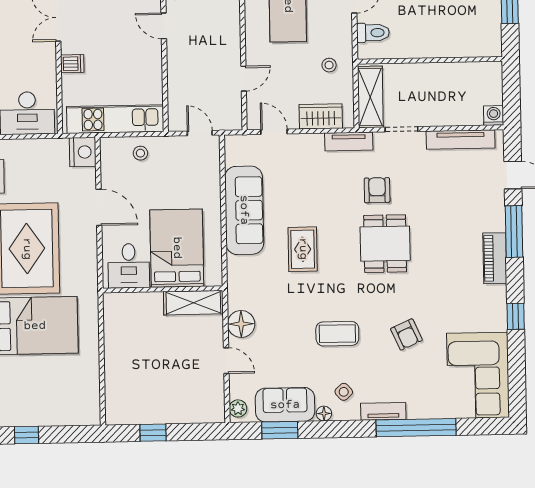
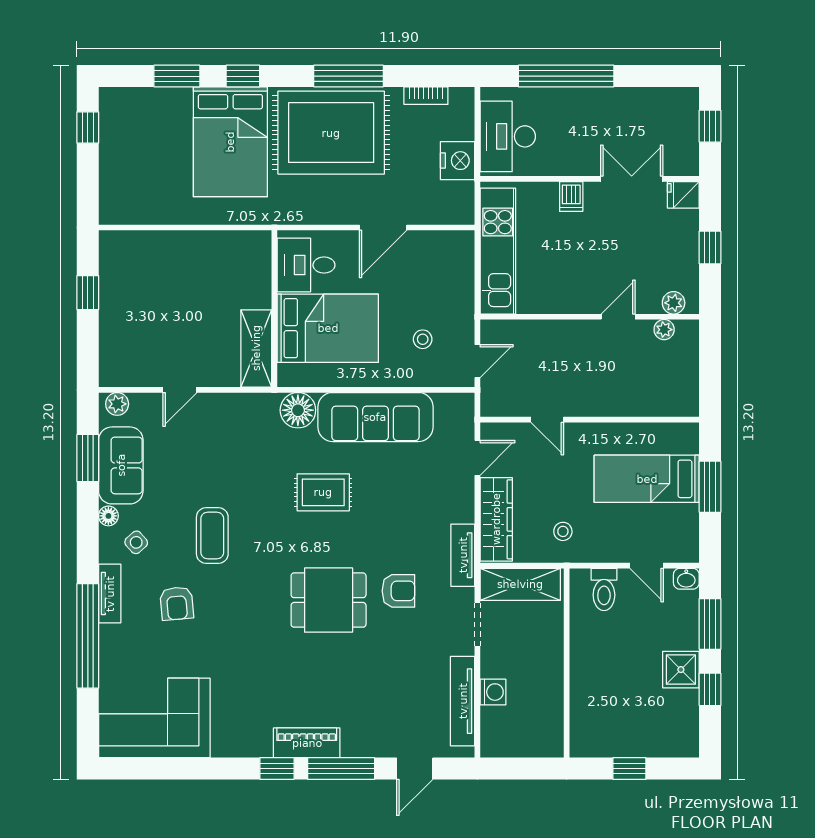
wardrobe: (321, 116) -> (496, 519), width x1.50
washing machine: (494, 116) -> (493, 692), moved
nightstand: (83, 152) -> (458, 161), moved, turned -90
stool: (140, 153) -> (423, 339), moved
window: (516, 316) -> (277, 769), moved
floor lamp: (241, 324) -> (298, 410), moved
armchair: (406, 334) -> (177, 603), moved, turned -71

